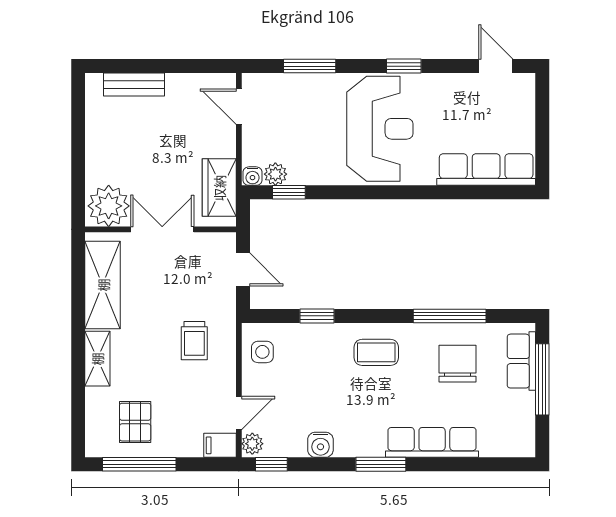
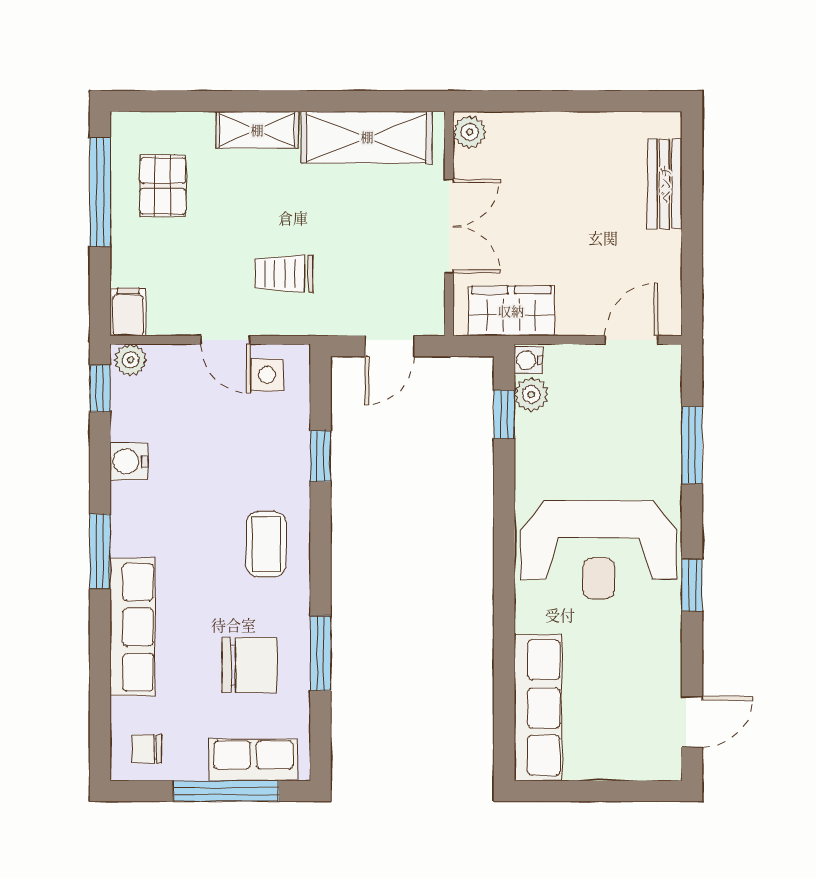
plant: (109, 206) -> (470, 132), width x0.53, depth x0.53
window: (450, 316) -> (320, 653), width x0.69
door: (239, 413) -> (225, 340), moved
pallet: (135, 422) -> (163, 186), turned 90
chair: (514, 433) -> (147, 749), added

